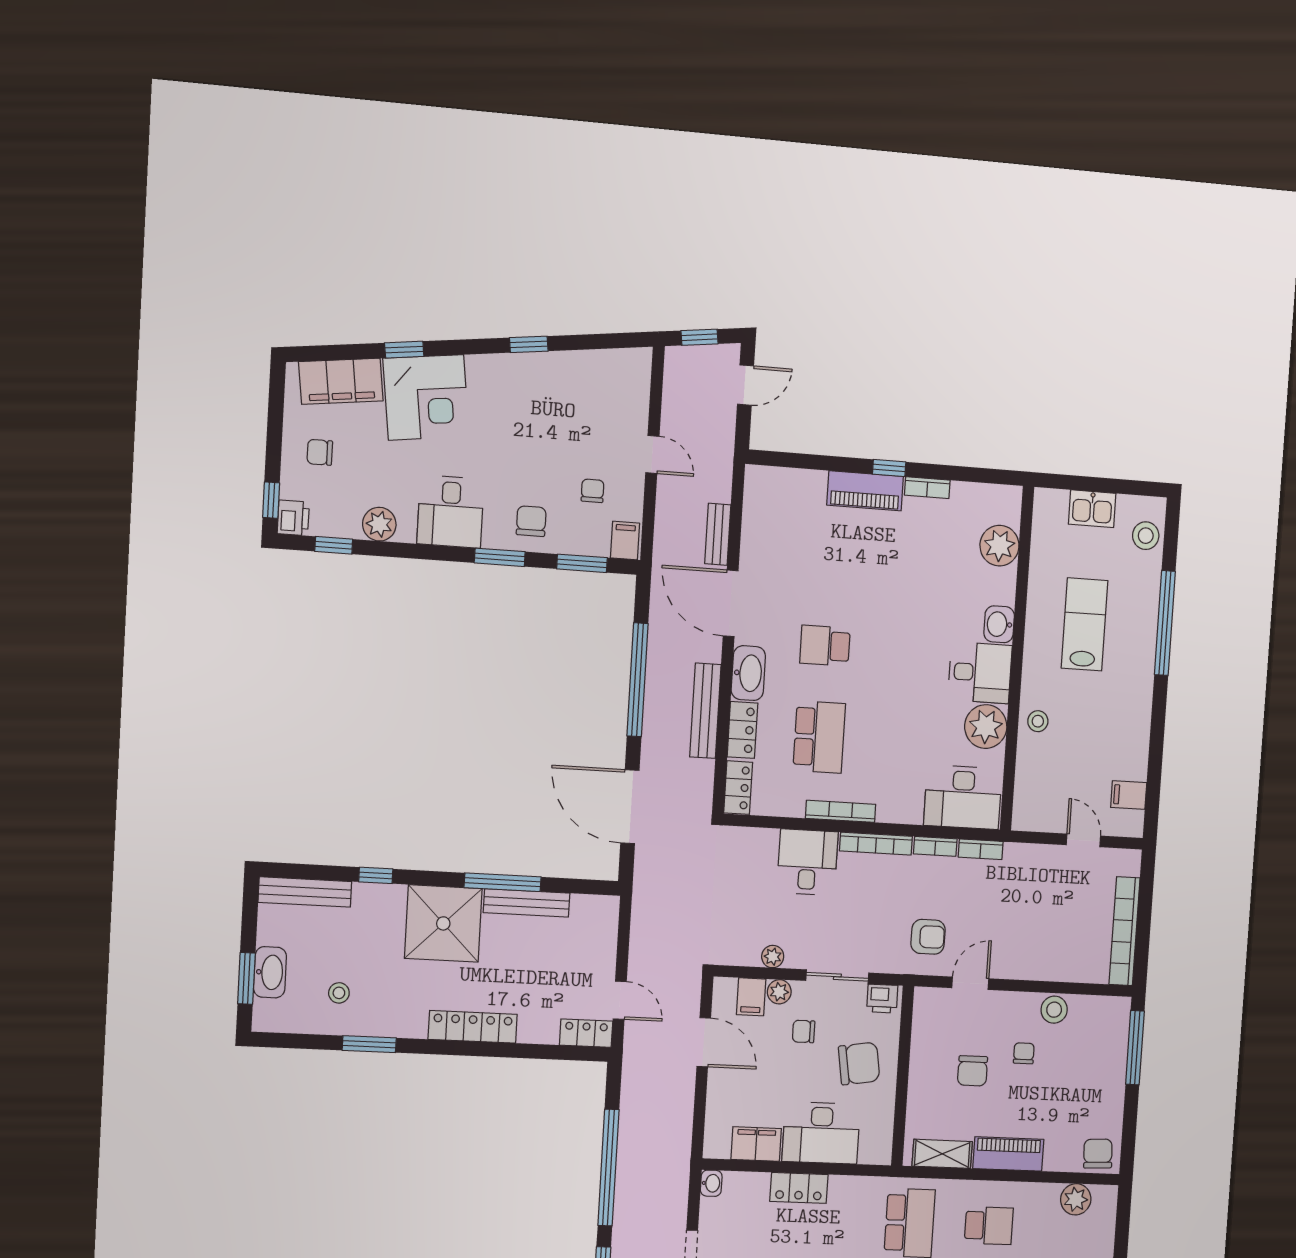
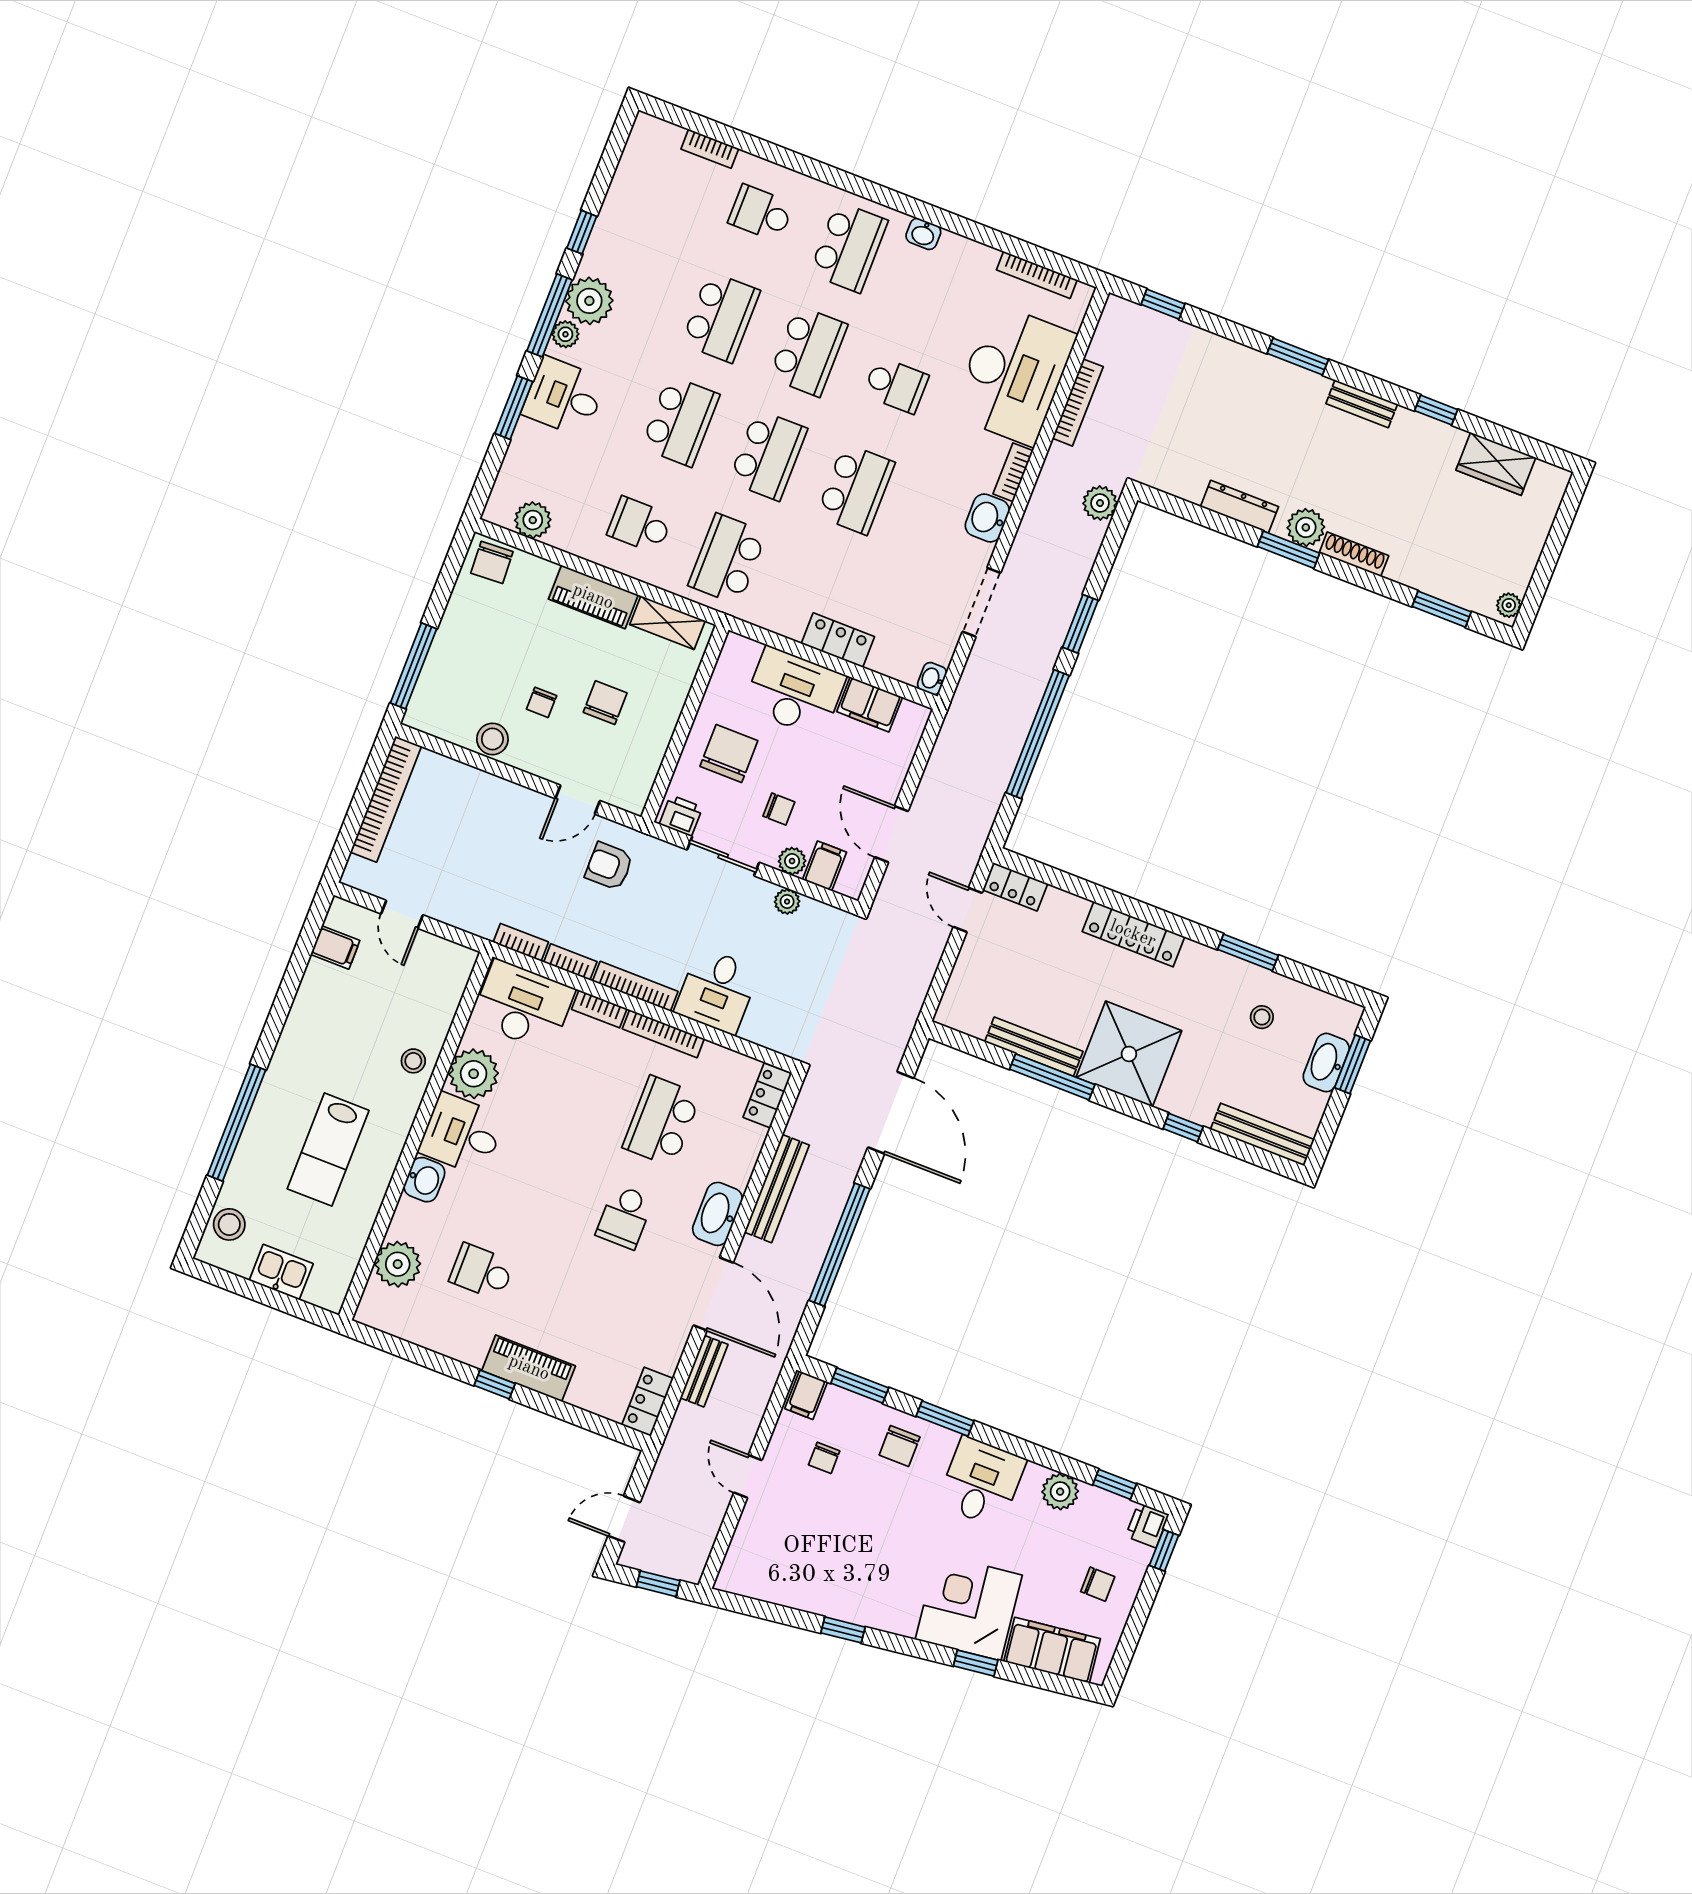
bookcase: (927, 488) -> (599, 1009), moved, turned 180
school desk: (929, 561) -> (482, 1272), added
school desk: (825, 646) -> (625, 1217), turned 90
locker: (742, 730) -> (648, 1402), moved
chair: (859, 1063) -> (729, 754), turned 99

